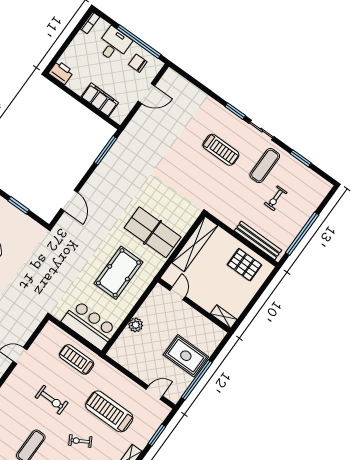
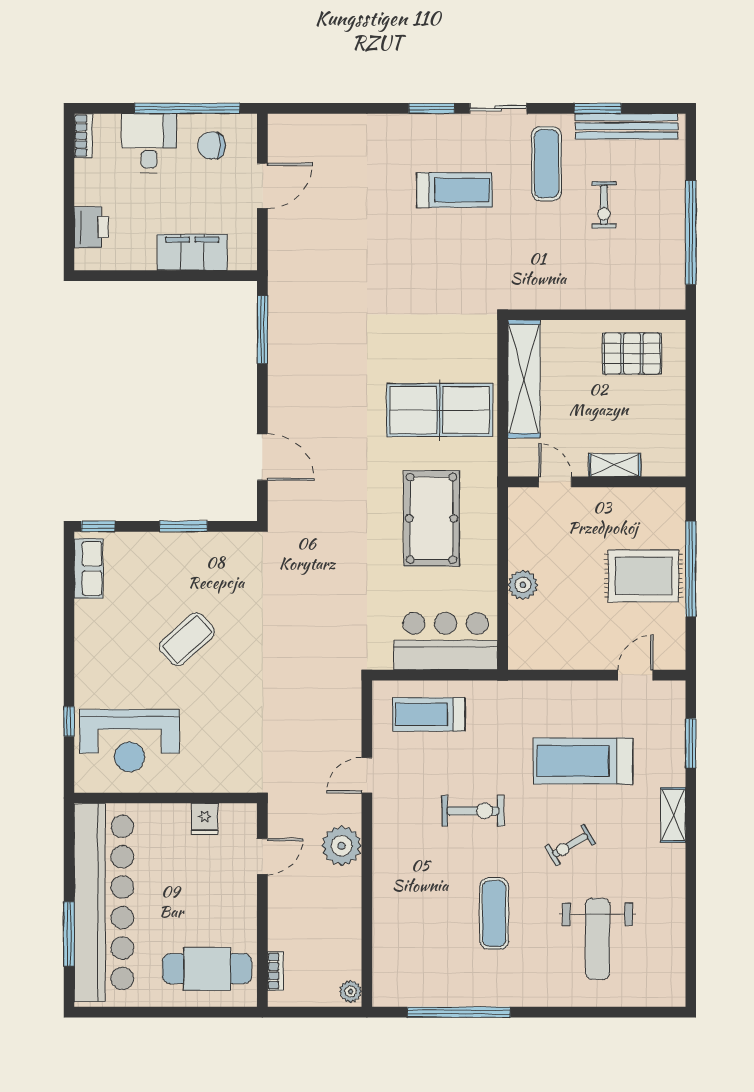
printer: (61, 72) -> (91, 227), moved, turned 90
bench: (258, 240) -> (627, 126), moved
shelving: (224, 317) -> (615, 465), moved
treadmill: (77, 359) -> (429, 714), moved
window: (197, 380) -> (691, 569), moved

